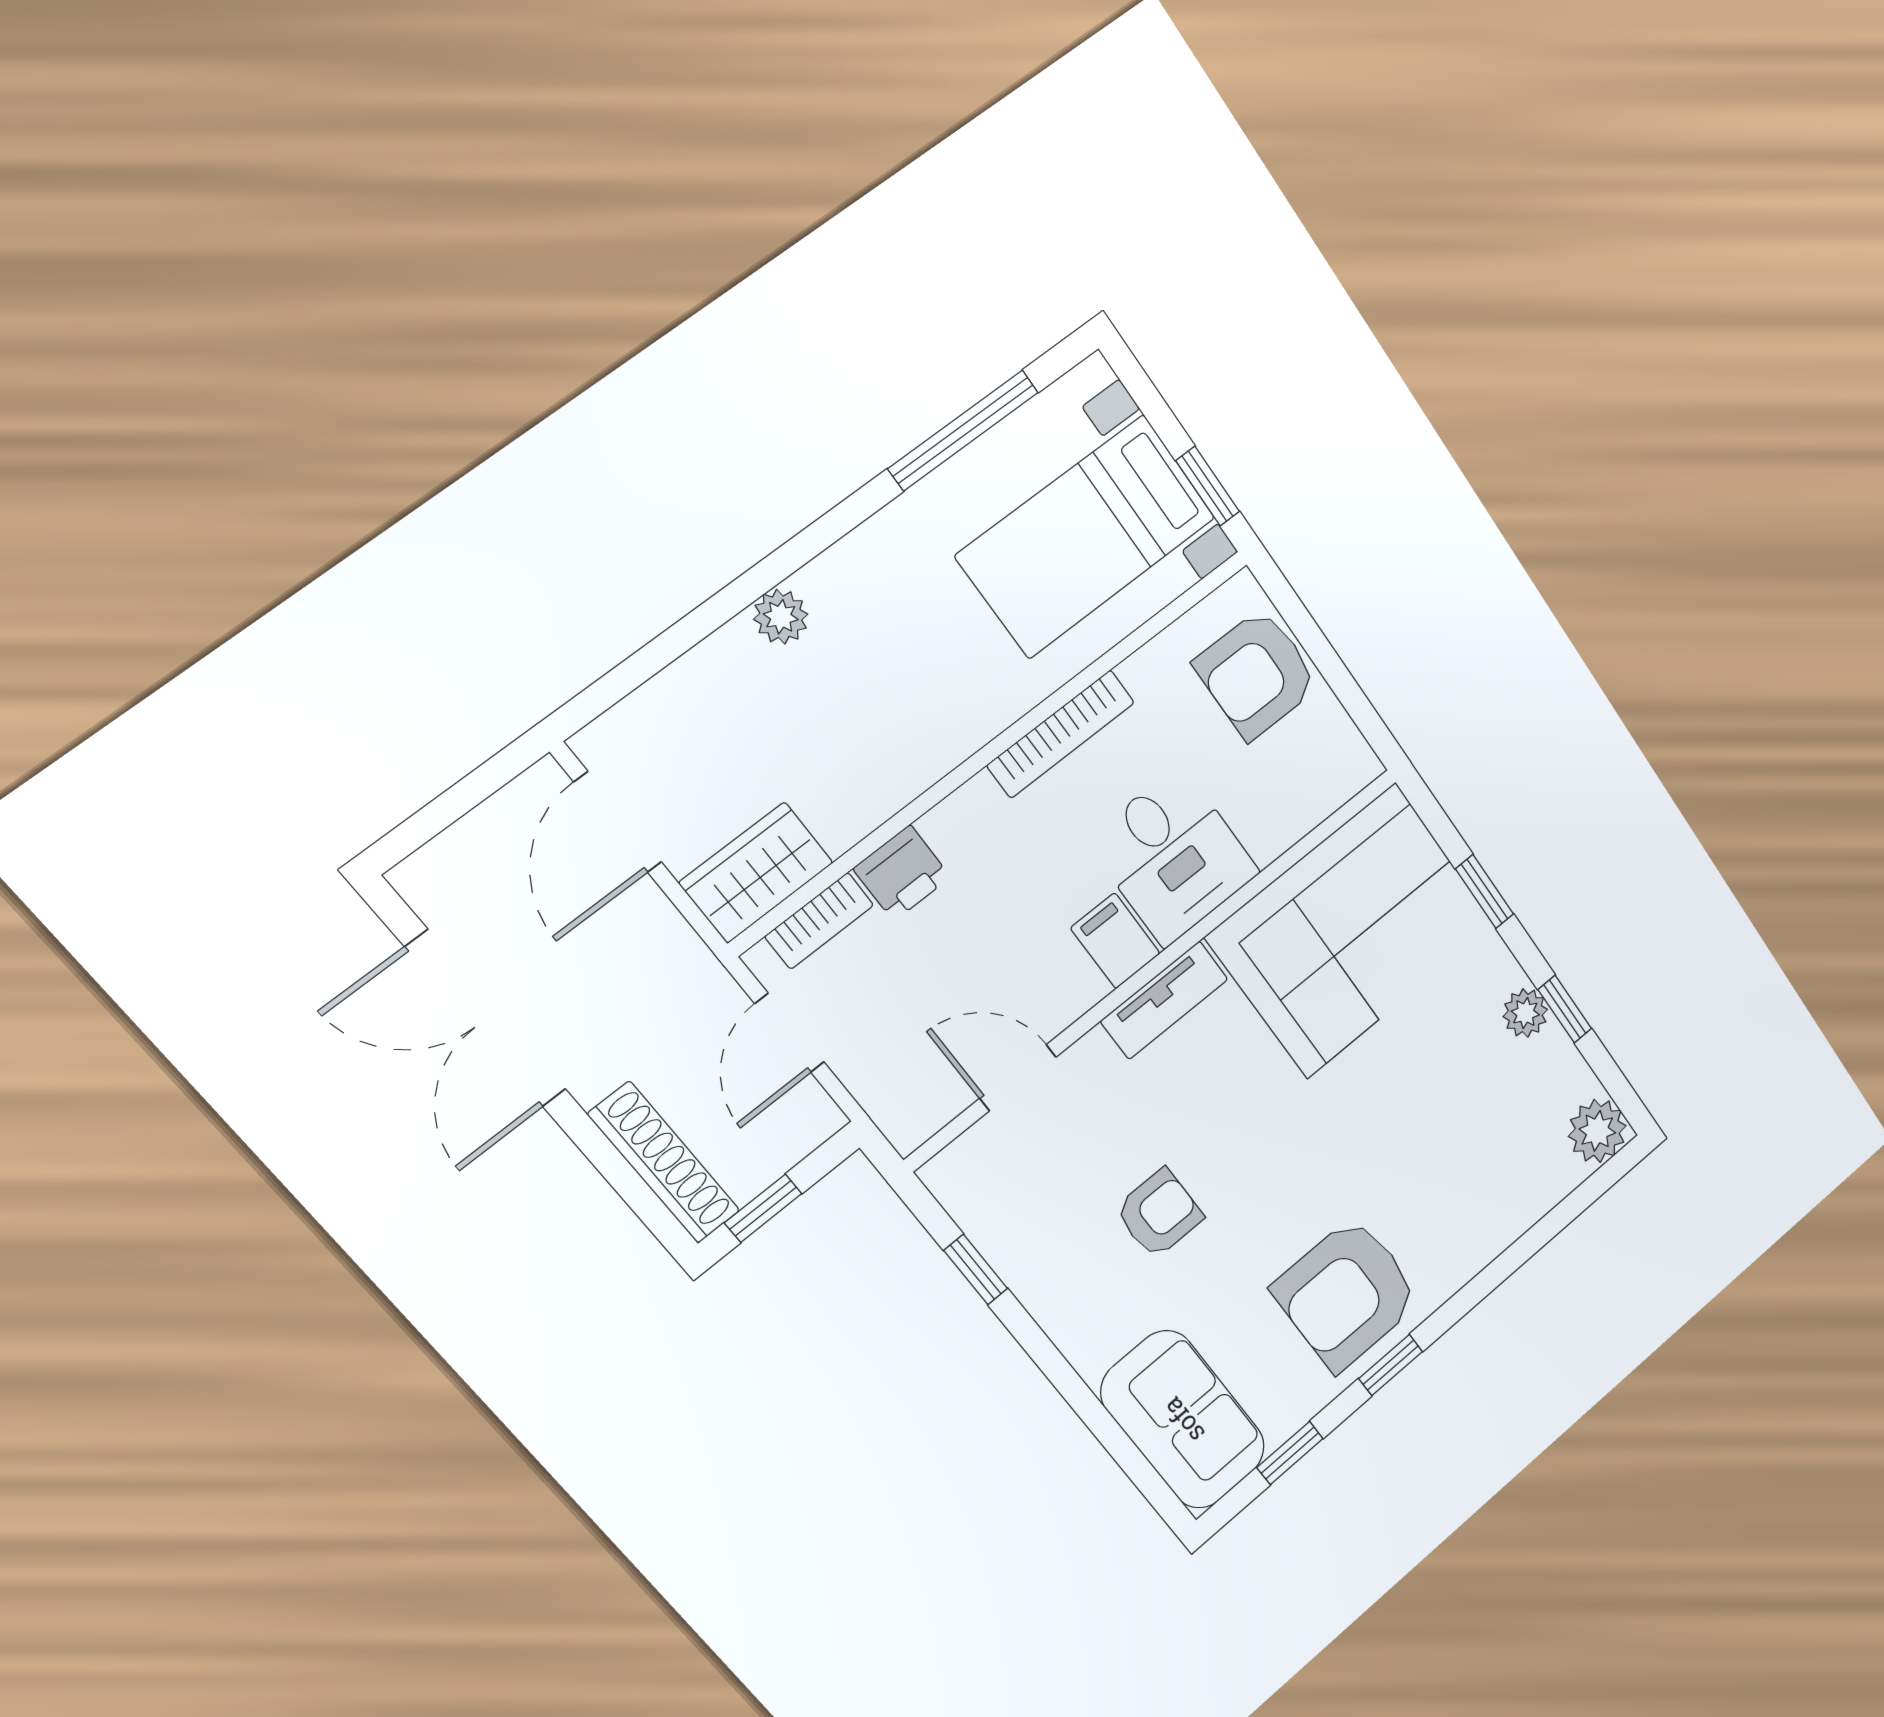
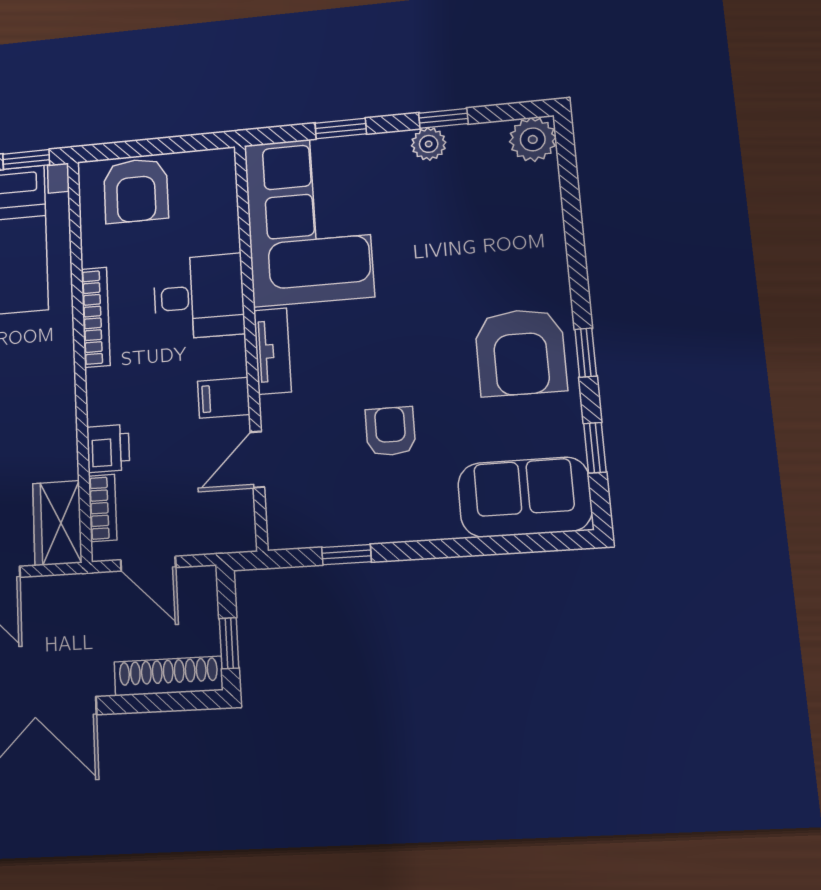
filing cabinet: (1115, 941) -> (224, 398), moved

